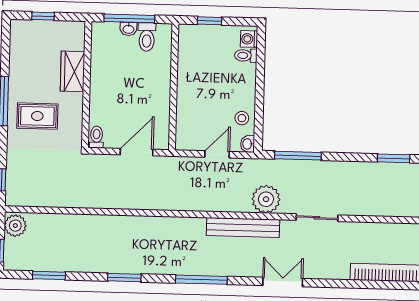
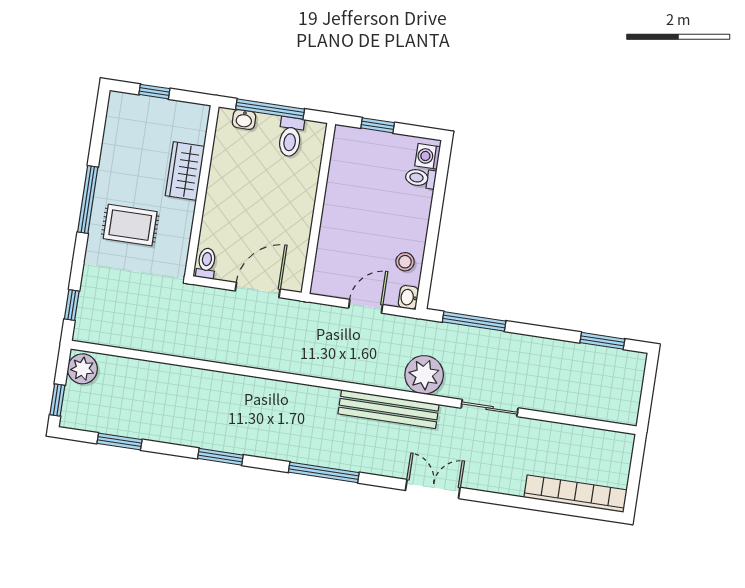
washbasin: (128, 29) -> (244, 119), moved

